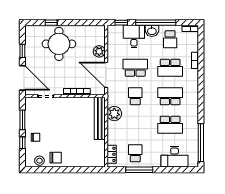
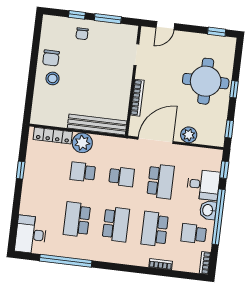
window: (51, 23) -> (234, 89), moved
window: (92, 23) -> (229, 129), added
window: (22, 51) -> (217, 32), moved
door: (22, 78) -> (165, 26), width x0.53
plant: (114, 114) -> (82, 143), moved
window: (201, 143) -> (66, 261), moved
school desk: (135, 153) -> (83, 172), moved, turned 180
locker: (112, 154) -> (53, 136), width x1.53
desk: (175, 157) -> (31, 235), moved
stool: (39, 161) -> (53, 78), moved
window: (139, 170) -> (21, 170), width x0.46

